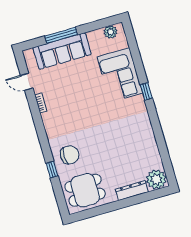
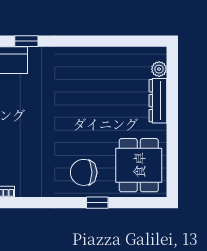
chair: (70, 155) -> (84, 172), turned -90
plant: (156, 179) -> (159, 69), width x0.53, depth x0.53

